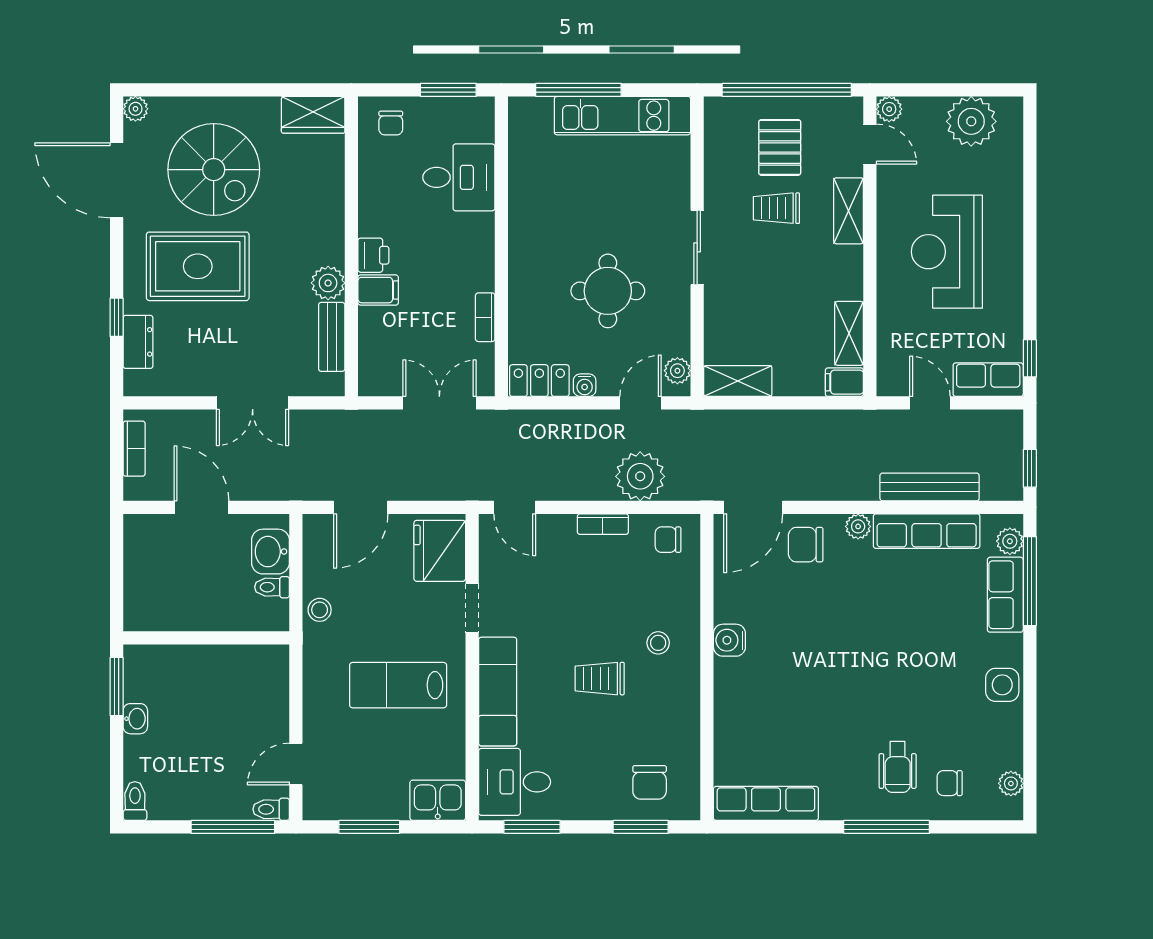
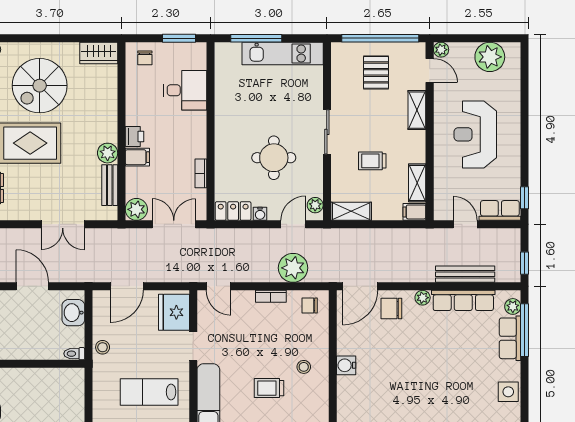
spiral stairs: (214, 170) -> (40, 86), turned 90
trolley: (776, 208) -> (372, 161), moved
plant: (376, 378) -> (136, 209), added
toilet: (272, 587) -> (74, 354), moved

